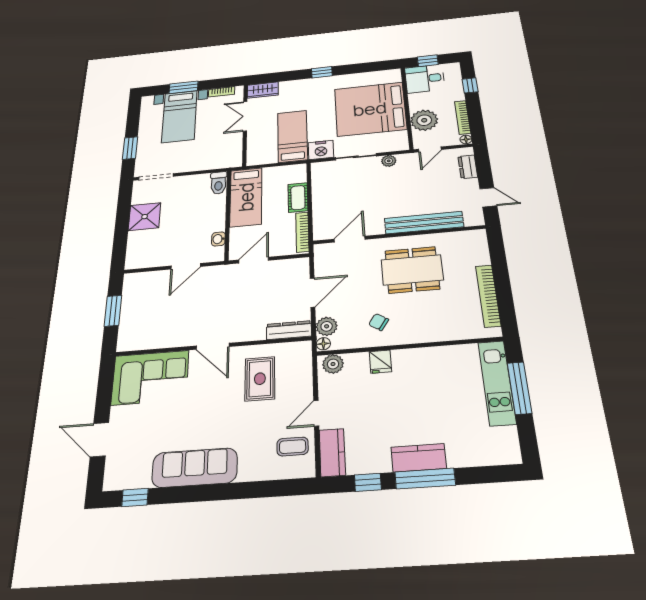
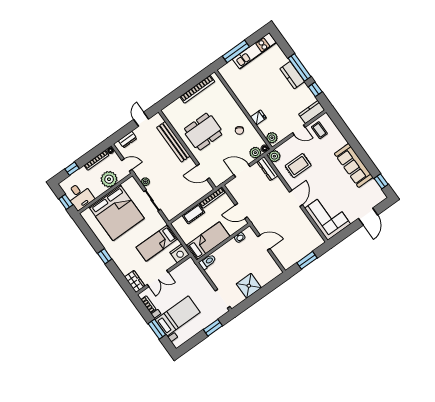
nightstand: (321, 150) -> (179, 253), moved, turned 90
dining table: (412, 270) -> (203, 132), turned 90
plant: (301, 351) -> (274, 156), added
kitchen unit: (497, 383) -> (254, 51), moved

